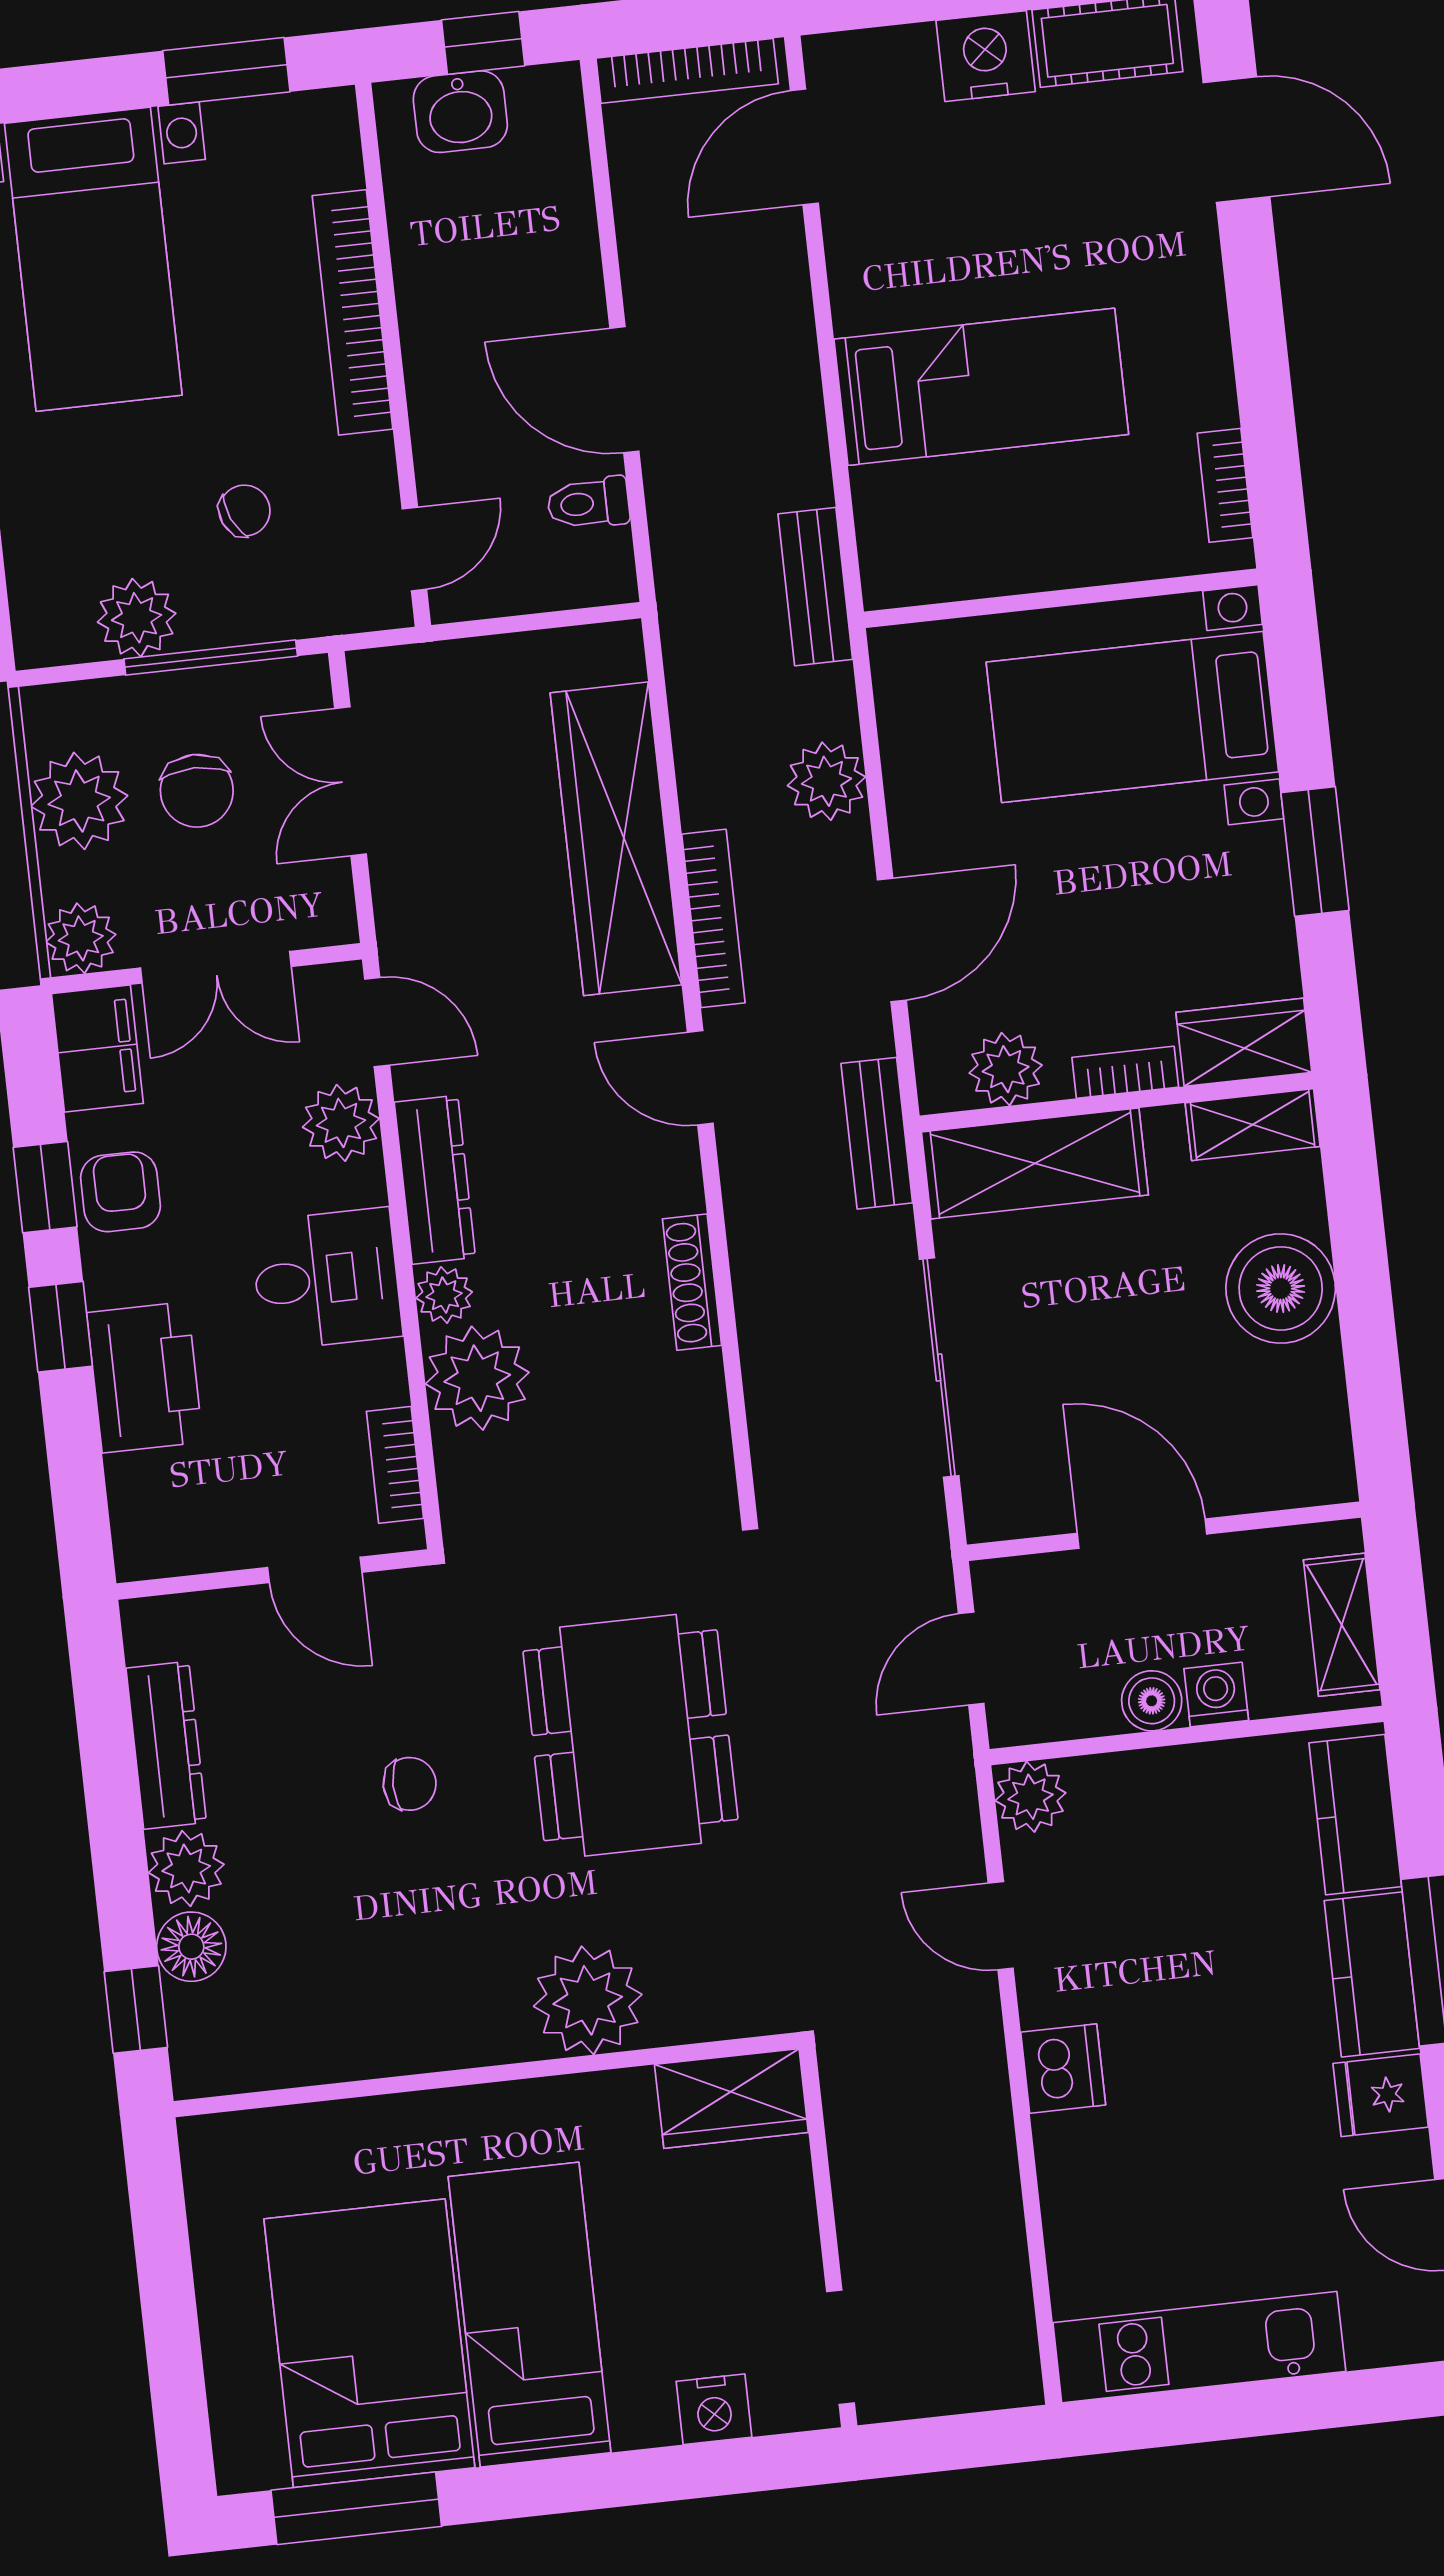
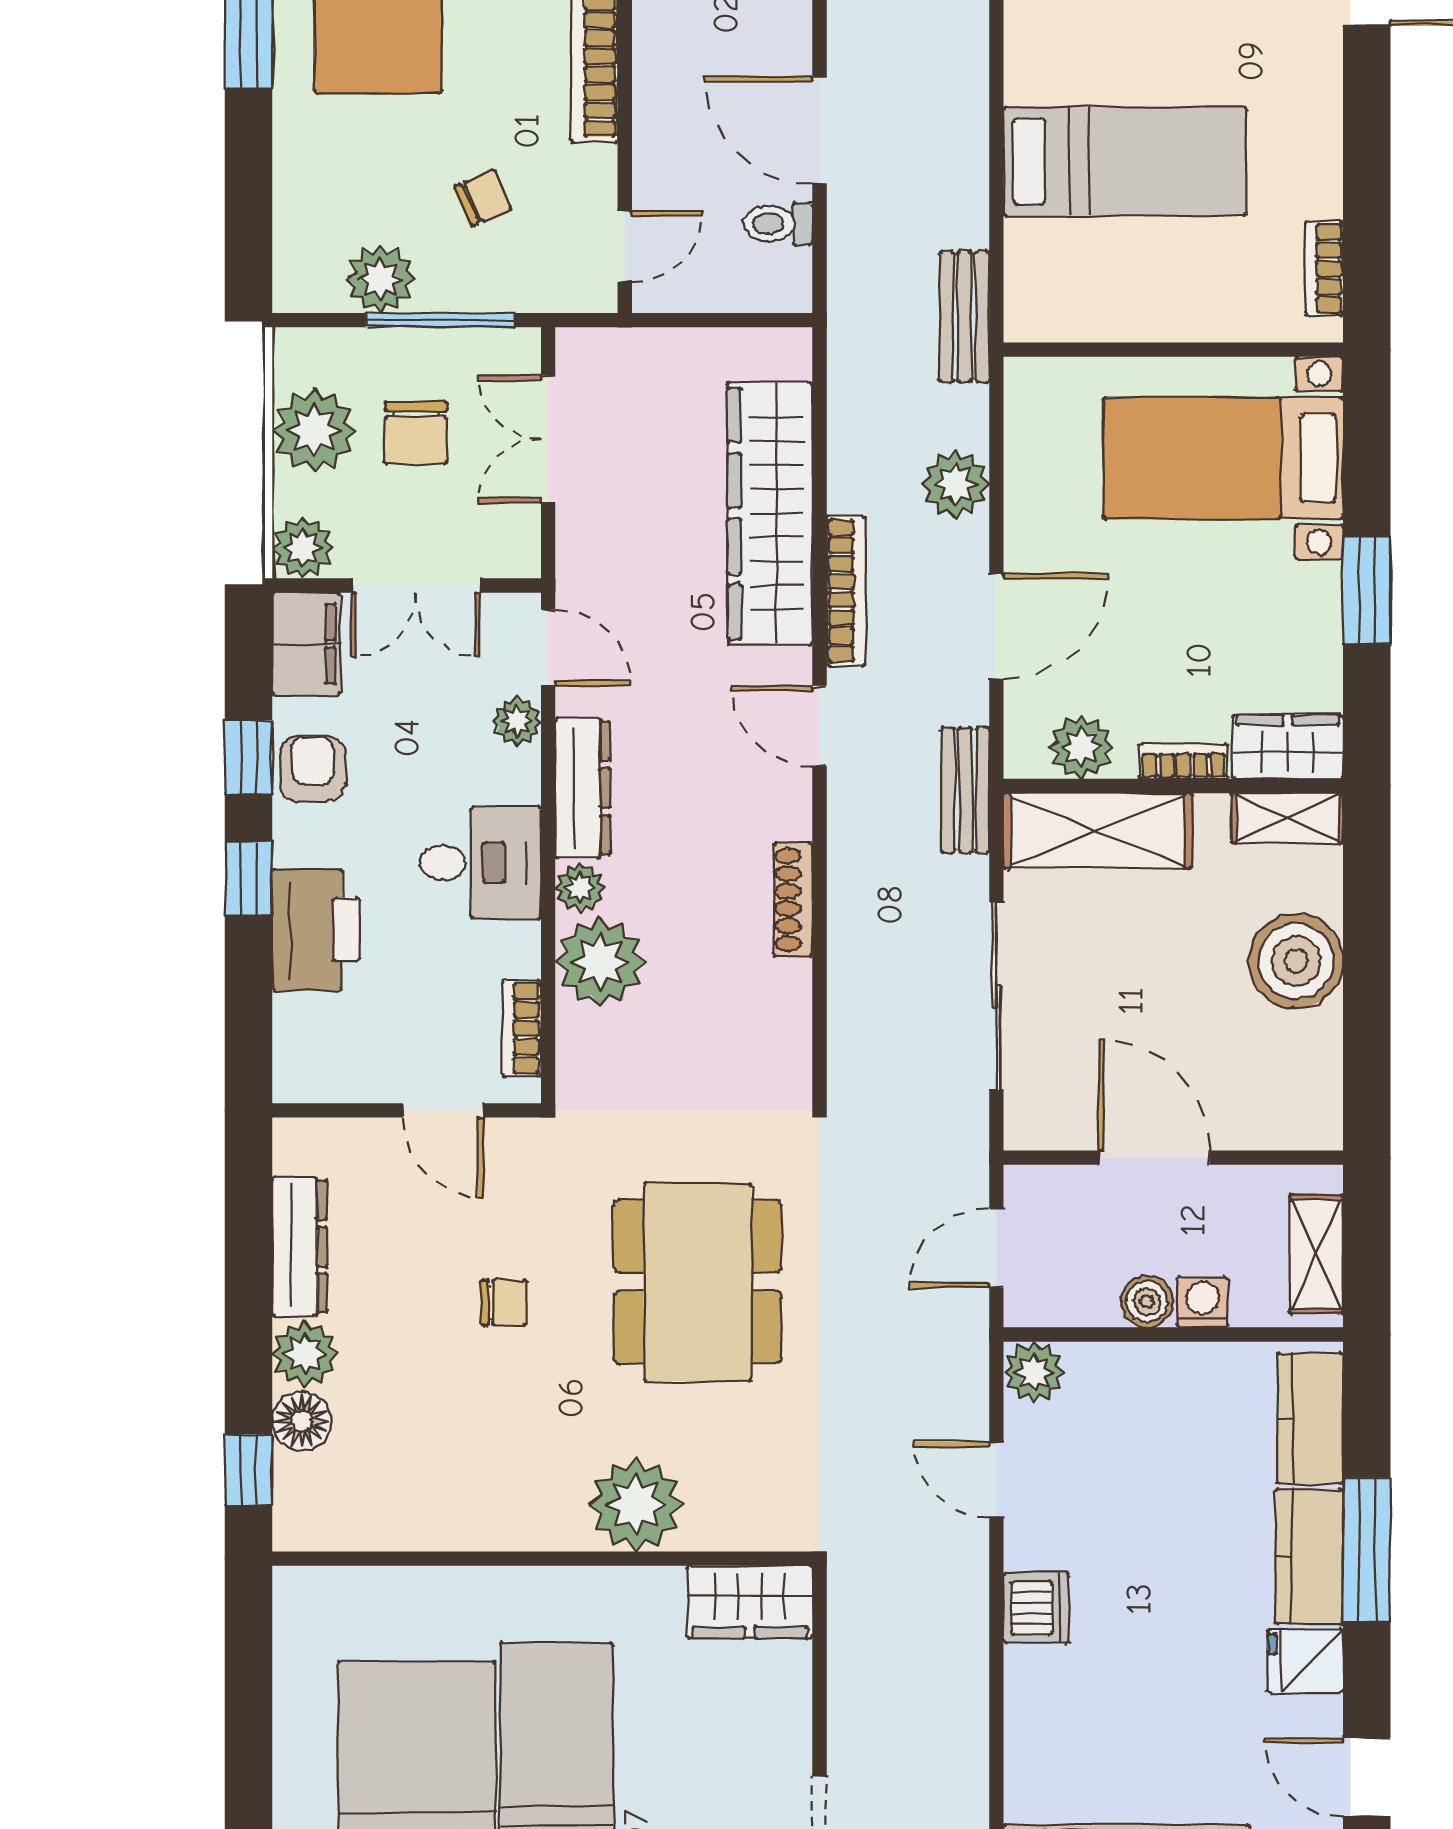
plant: (341, 1123) -> (517, 721), width x0.73, depth x0.73

